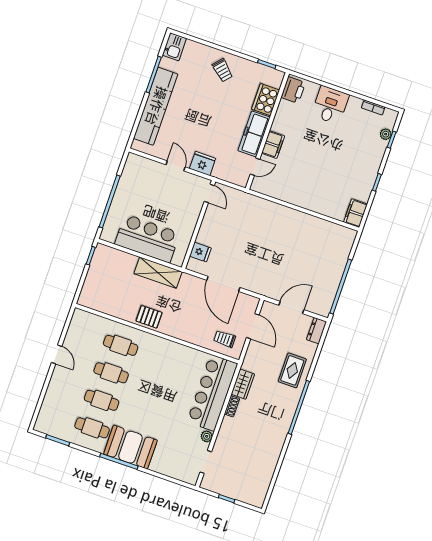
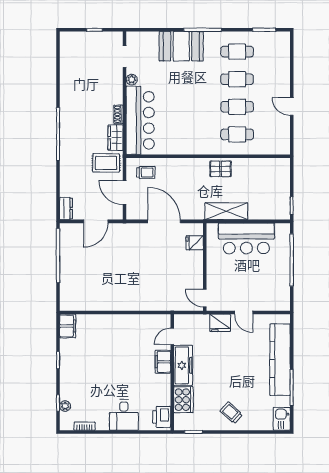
rug: (292, 370) -> (106, 163), moved, turned 90
booth: (130, 447) -> (181, 46), moved

